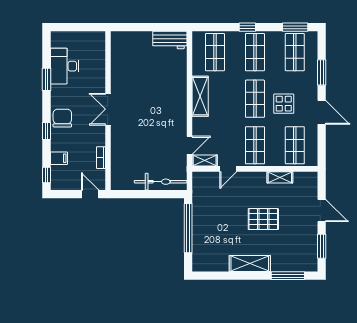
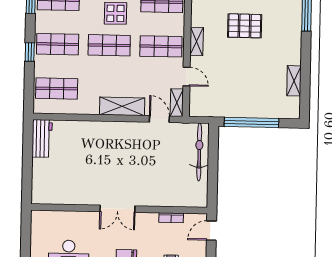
shelving: (200, 96) -> (122, 106), moved
shelving: (280, 177) -> (197, 41), moved
pallet: (263, 219) -> (245, 26), moved, turned 90
shelving: (250, 264) -> (294, 81), moved, width x0.67, depth x0.75

